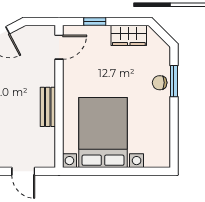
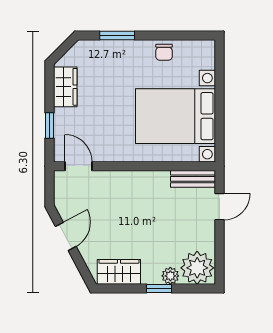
chair: (160, 83) -> (164, 52), moved
bench: (48, 107) -> (193, 179), moved

